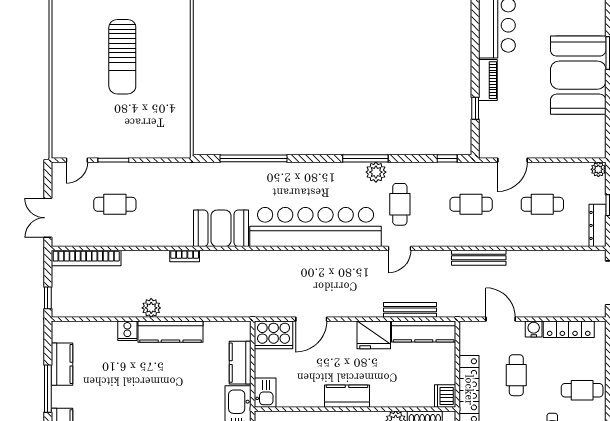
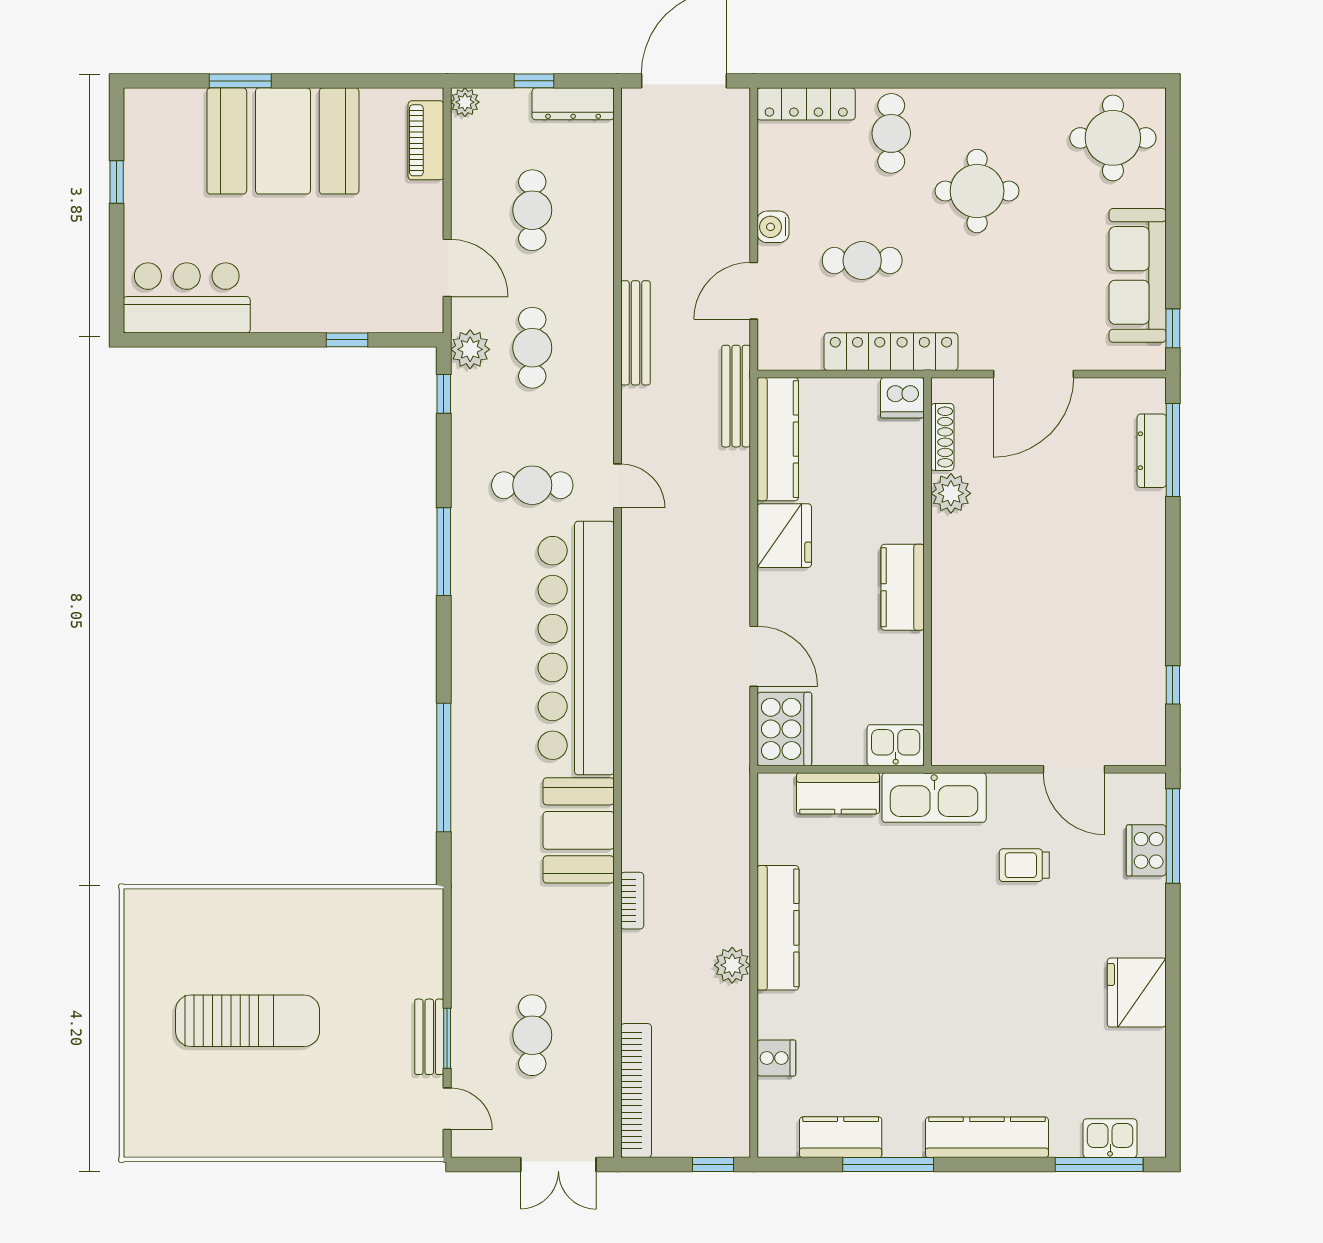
piano: (488, 80) -> (426, 140), moved, turned -90
bench: (114, 151) -> (429, 1037), added
plant: (376, 172) -> (470, 349), moved
bench: (410, 310) -> (736, 396), moved
locker: (569, 329) -> (806, 104), moved, turned 90
cooker: (127, 331) -> (776, 1058), moved

